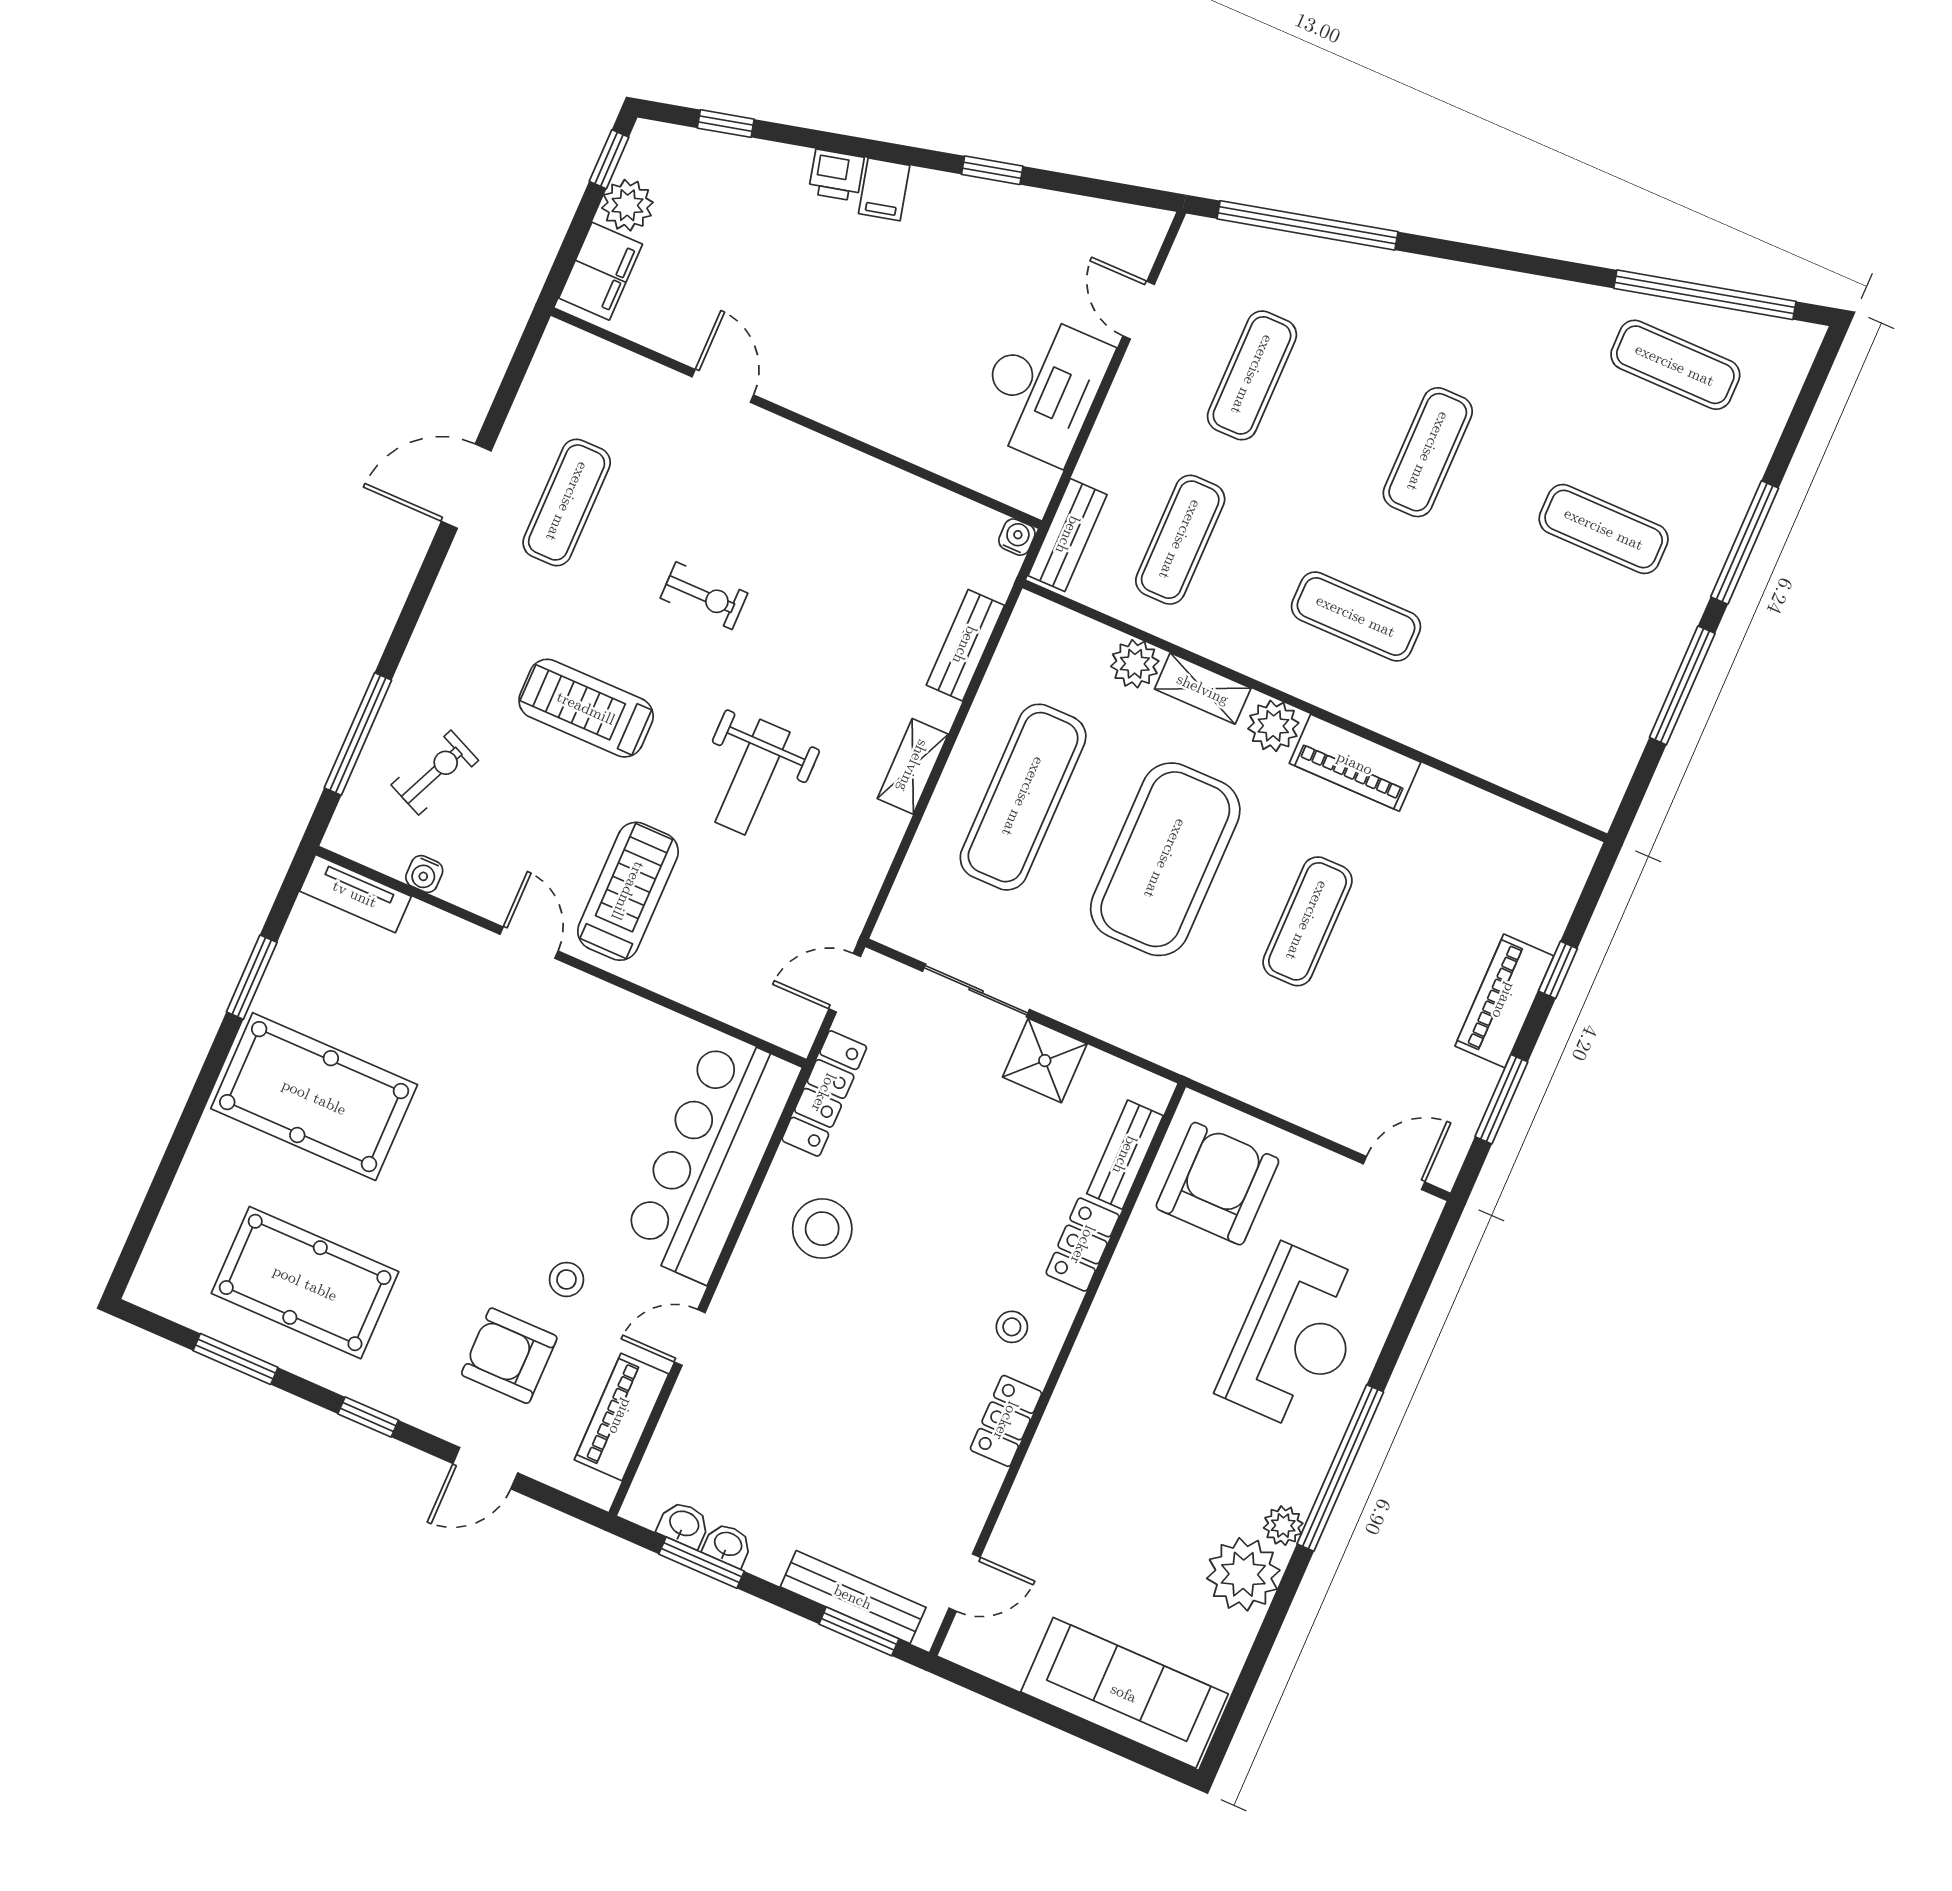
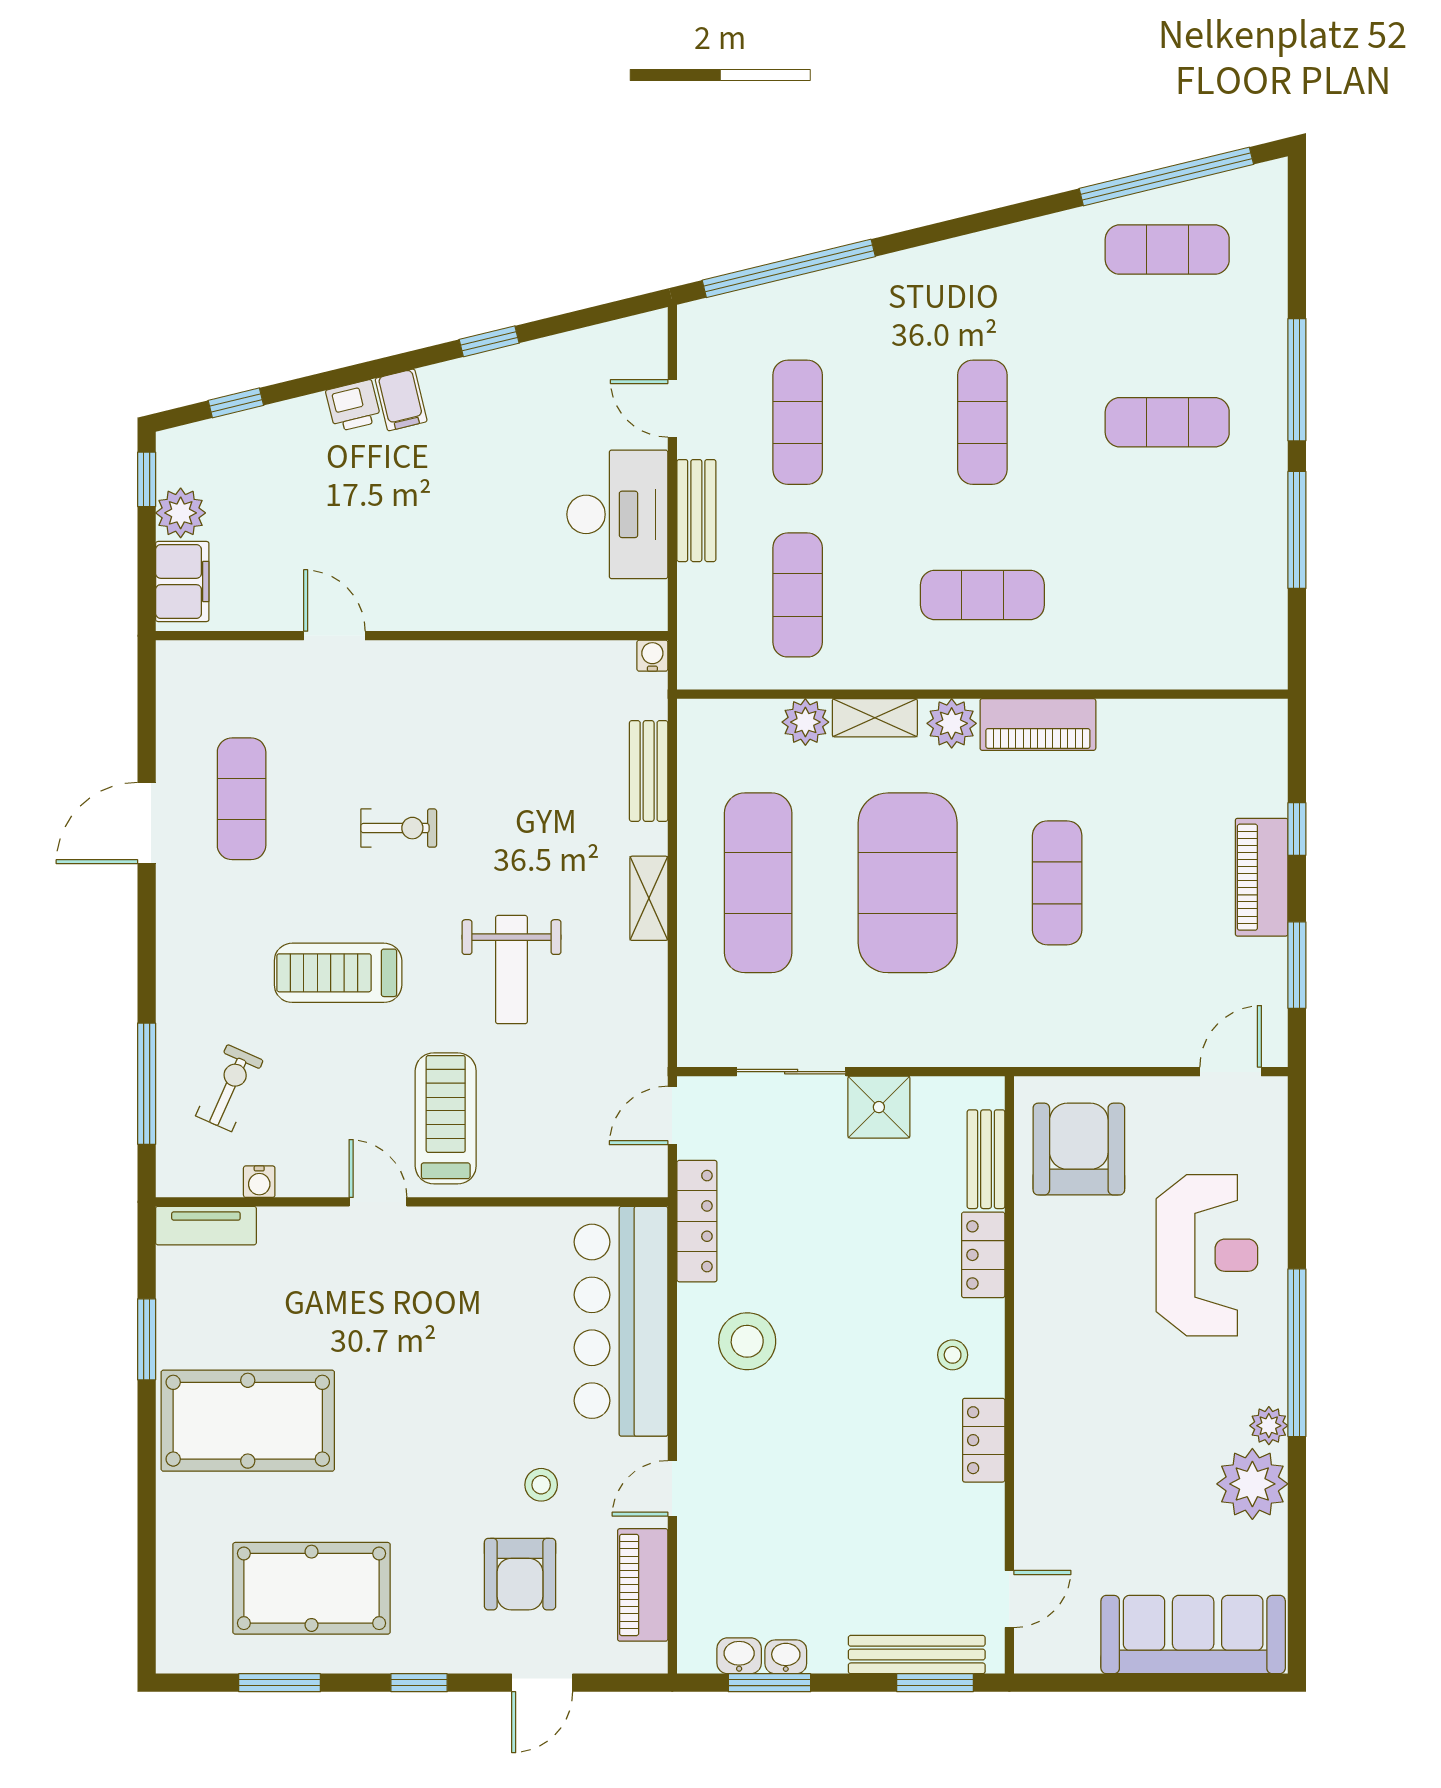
bench: (1068, 535) -> (696, 511), moved
armchair: (509, 1356) -> (520, 1574), turned -90

